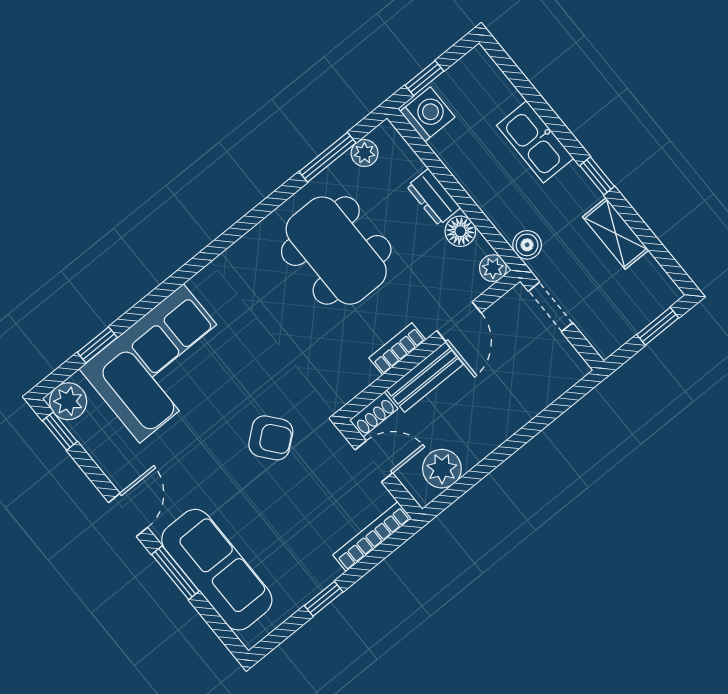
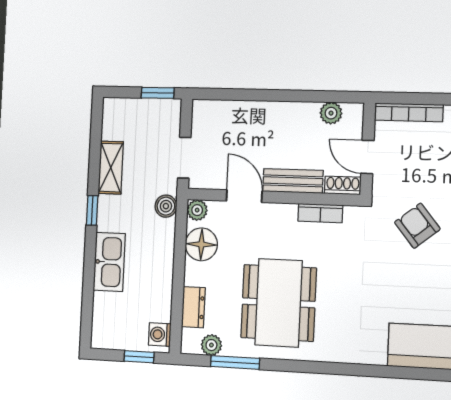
washing machine: (427, 114) -> (160, 334), width x0.73, depth x0.73
dresser: (434, 197) -> (193, 307), moved
floor lamp: (460, 231) -> (201, 244), width x1.38, depth x1.38
door: (459, 322) -> (244, 196), hinge flipped
window: (658, 326) -> (158, 93), moved
bookcase: (397, 349) -> (320, 213), moved
plant: (442, 469) -> (331, 113), width x0.73, depth x0.73

